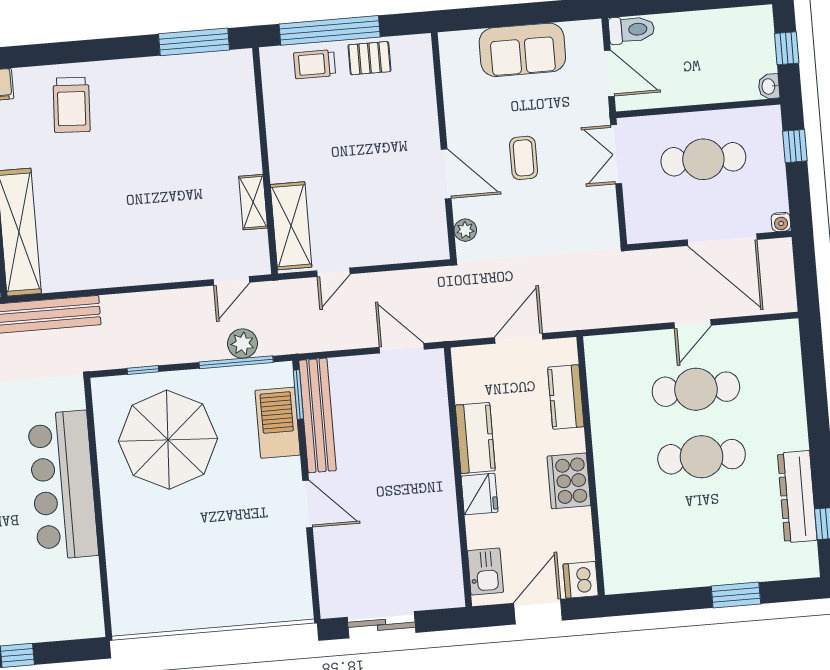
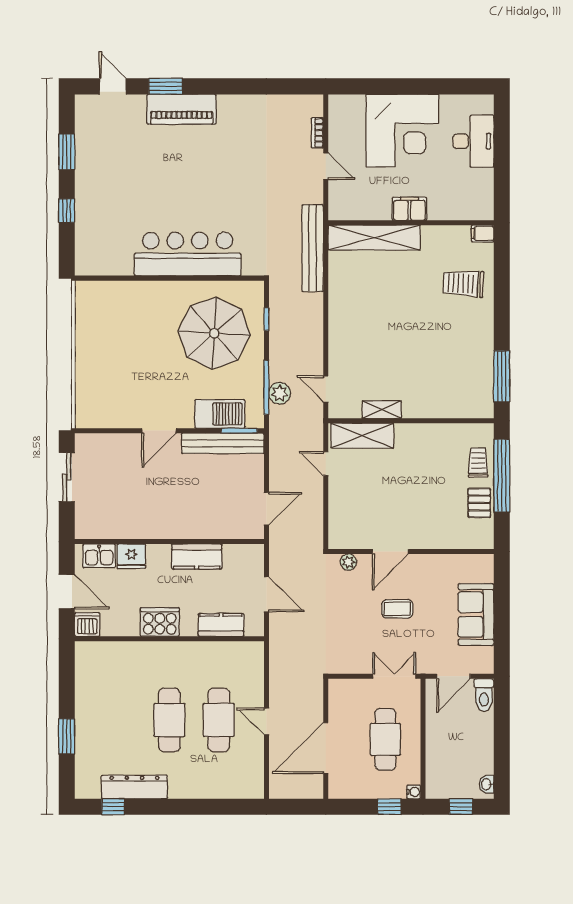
washbasin: (769, 86) -> (487, 784), moved, turned -90
water cooler: (781, 222) -> (414, 792), moved, turned 180
fridge: (480, 494) -> (131, 556), moved

